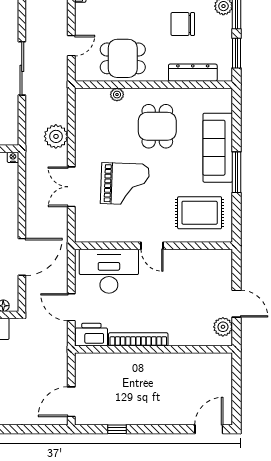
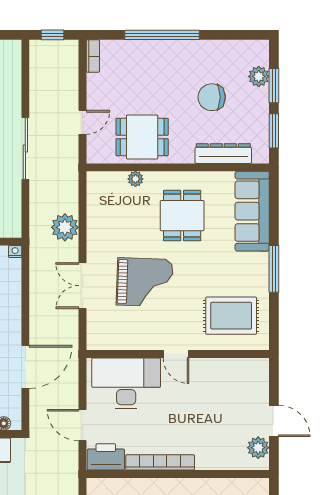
sofa: (218, 148) -> (252, 211), moved

